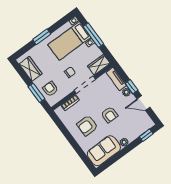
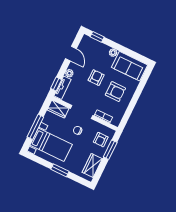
window: (131, 87) -> (56, 84), moved

